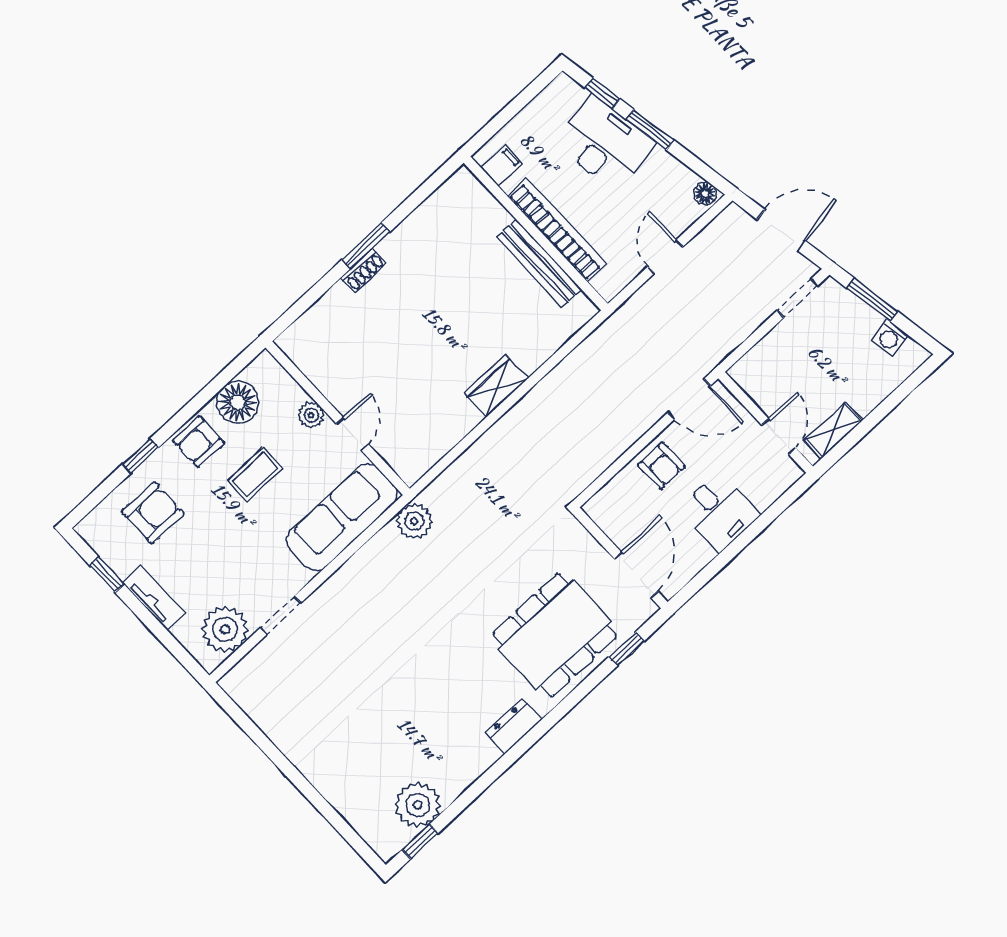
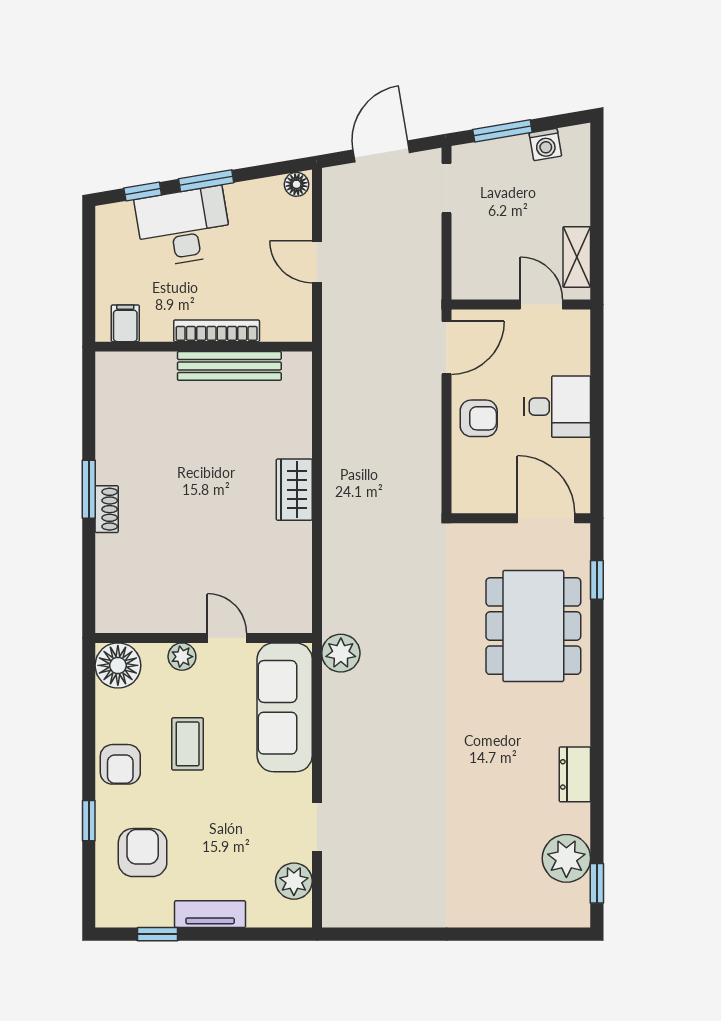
bookcase: (557, 230) -> (217, 331), width x0.68, depth x0.76
floor lamp: (238, 402) -> (118, 665), moved
plant: (225, 629) -> (294, 881), width x0.73, depth x0.73
dresser: (513, 726) -> (575, 774), moved

